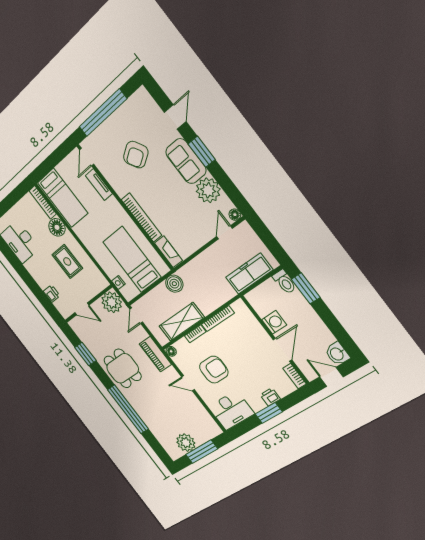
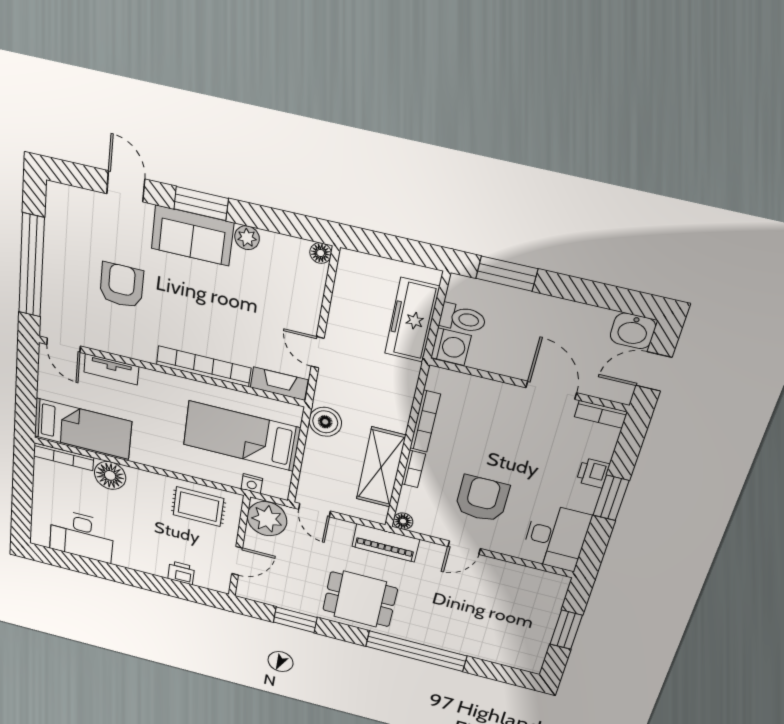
armchair: (136, 155) -> (122, 285), turned -149
plant: (208, 190) -> (247, 238), width x0.53, depth x0.53
door: (224, 232) -> (318, 352), moved
rug: (67, 261) -> (198, 507), moved
toilet: (284, 282) -> (463, 319), moved
washing machine: (274, 322) -> (451, 347), moved, turned 90
plant: (186, 443) -> (534, 634), removed
window: (202, 452) -> (566, 630), width x0.69

